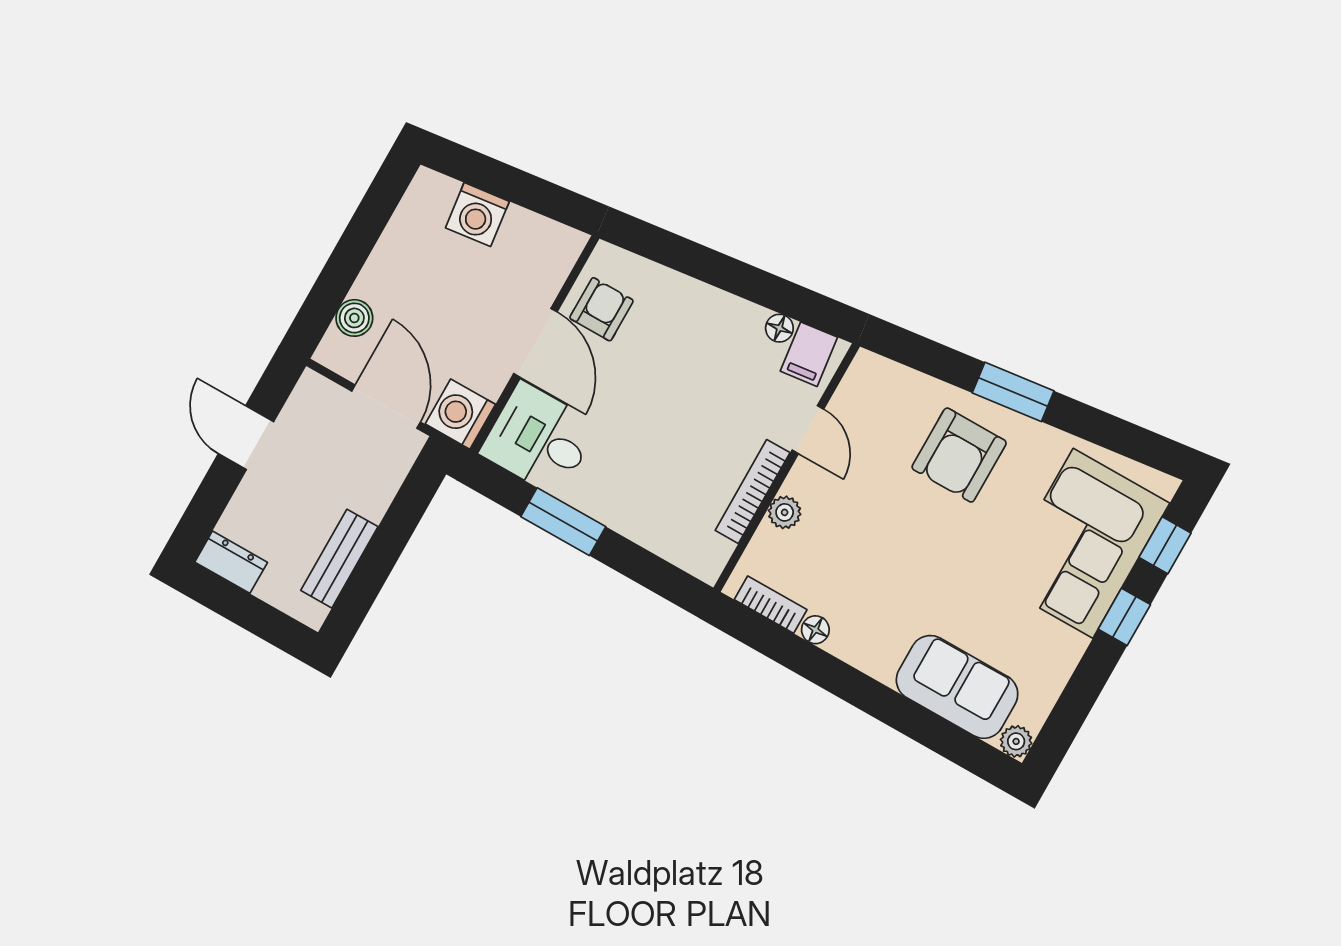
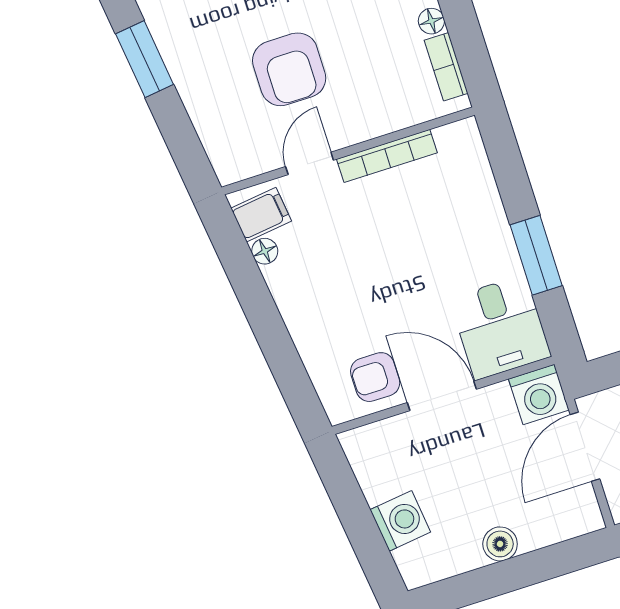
boiler: (354, 318) -> (500, 544), moved
door: (535, 343) -> (442, 396), hinge flipped
armchair: (959, 455) -> (289, 69), moved, turned 90
plant: (785, 512) -> (378, 121), removed

